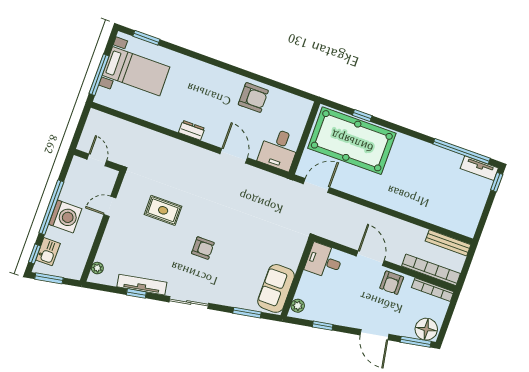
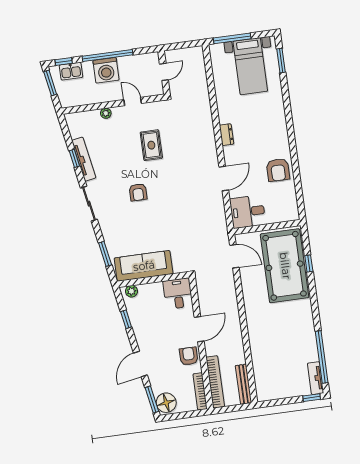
plant: (97, 268) -> (106, 113), moved
armchair: (392, 283) -> (189, 356), turned 90
sofa: (276, 288) -> (144, 266), width x1.36

